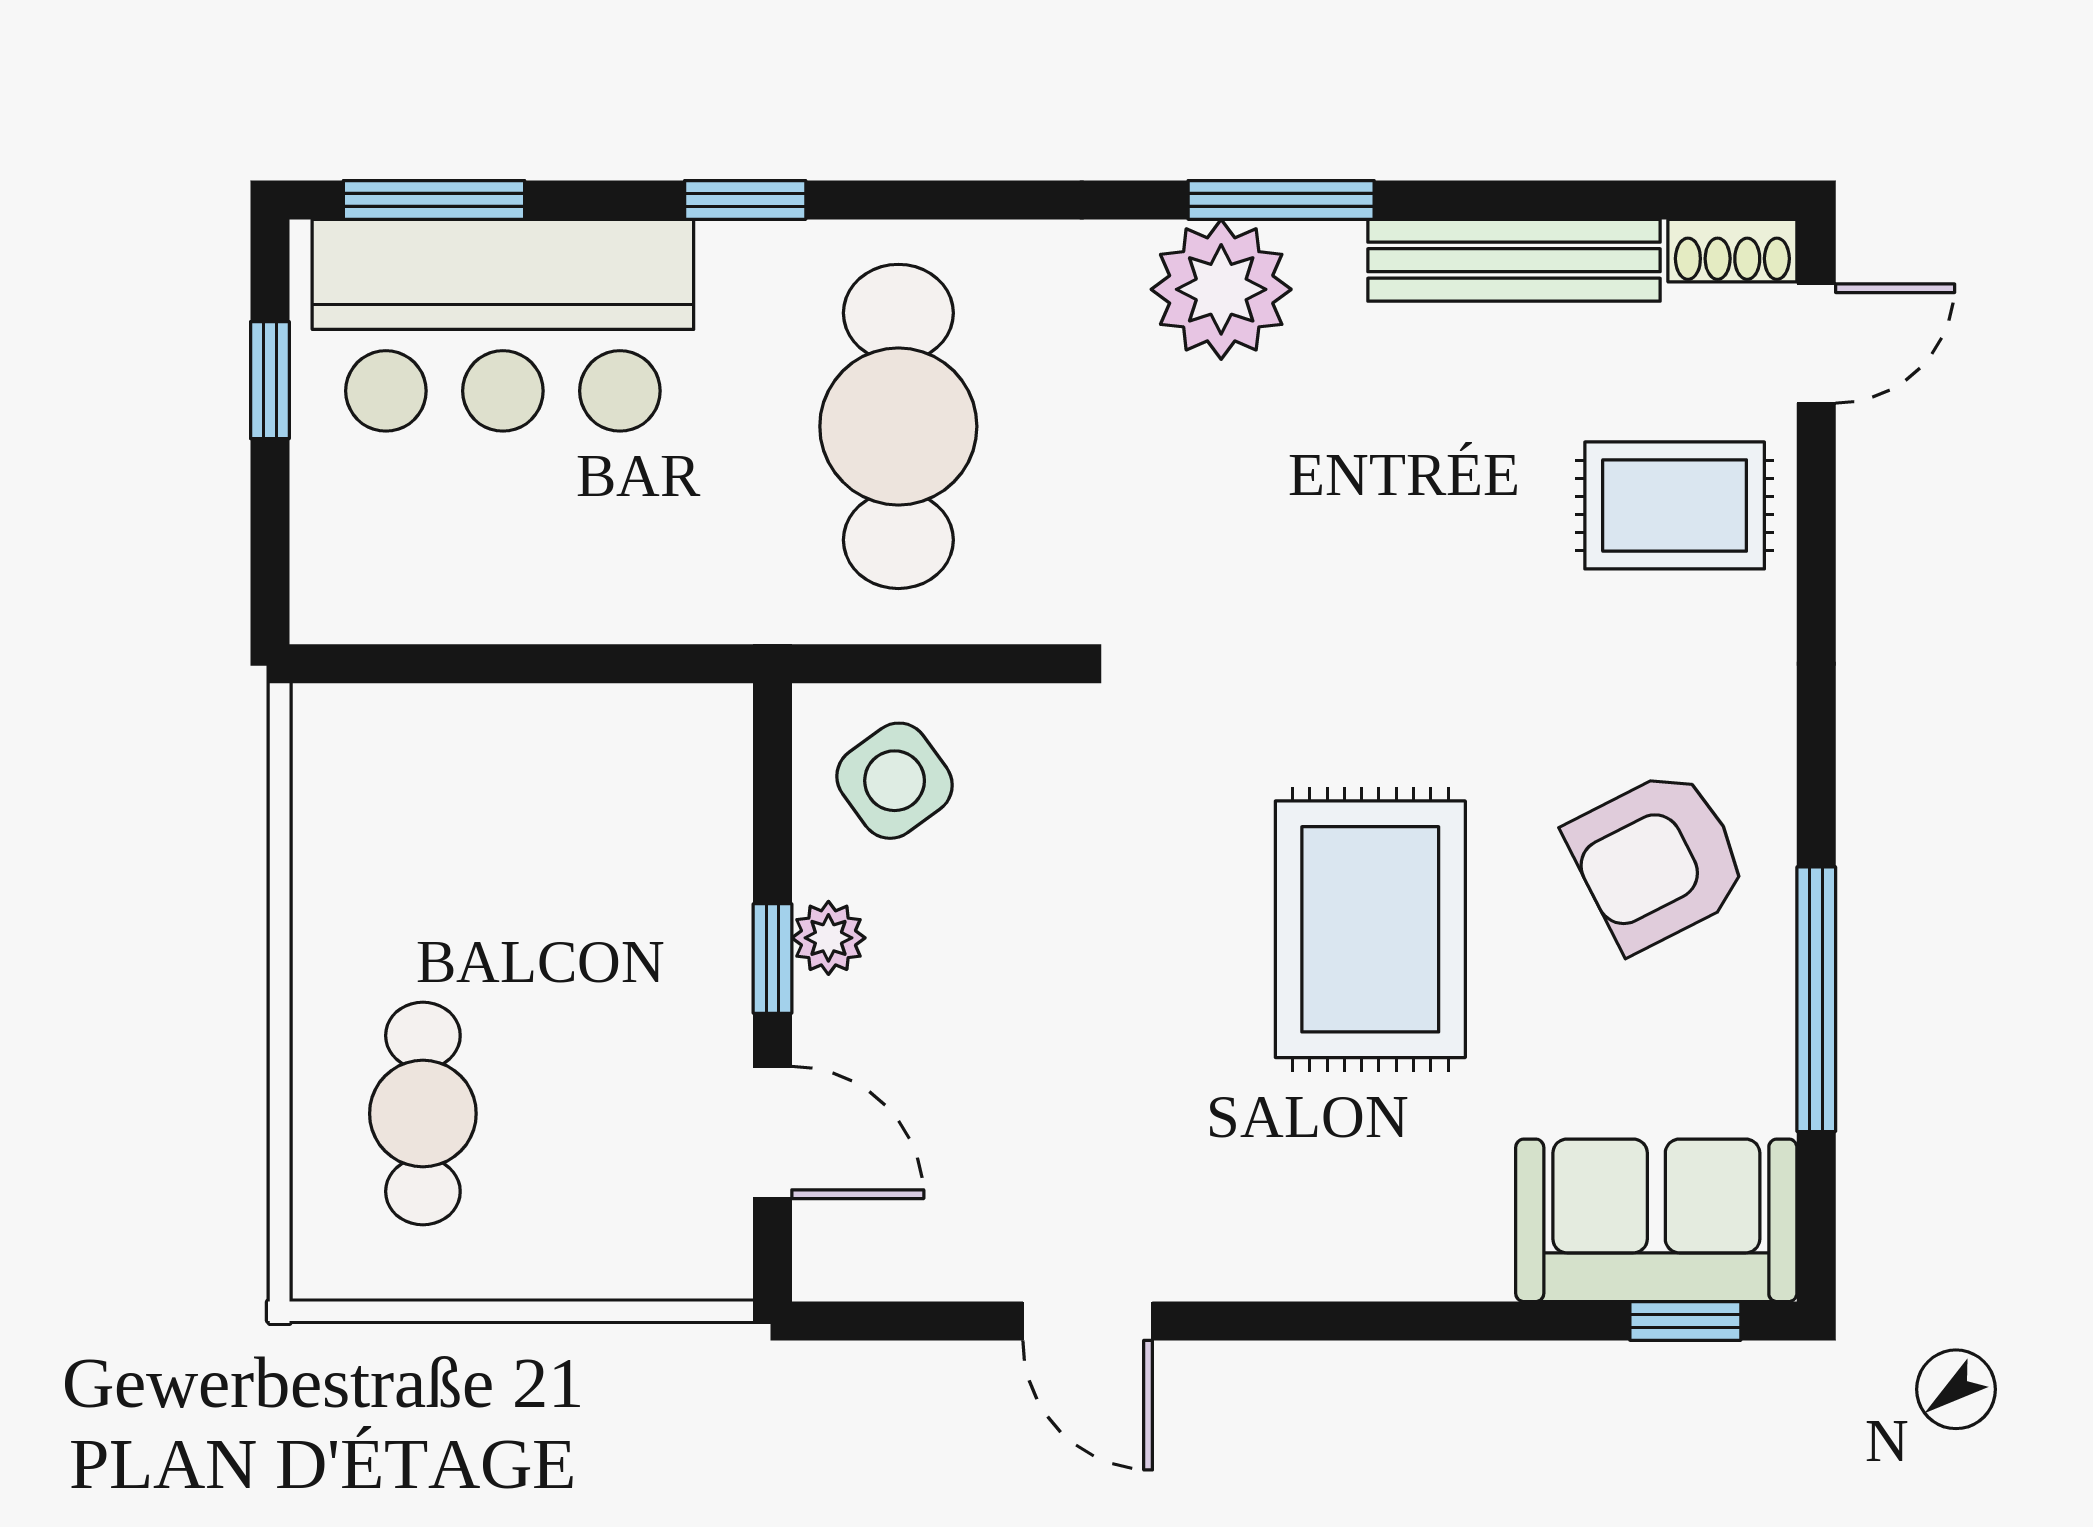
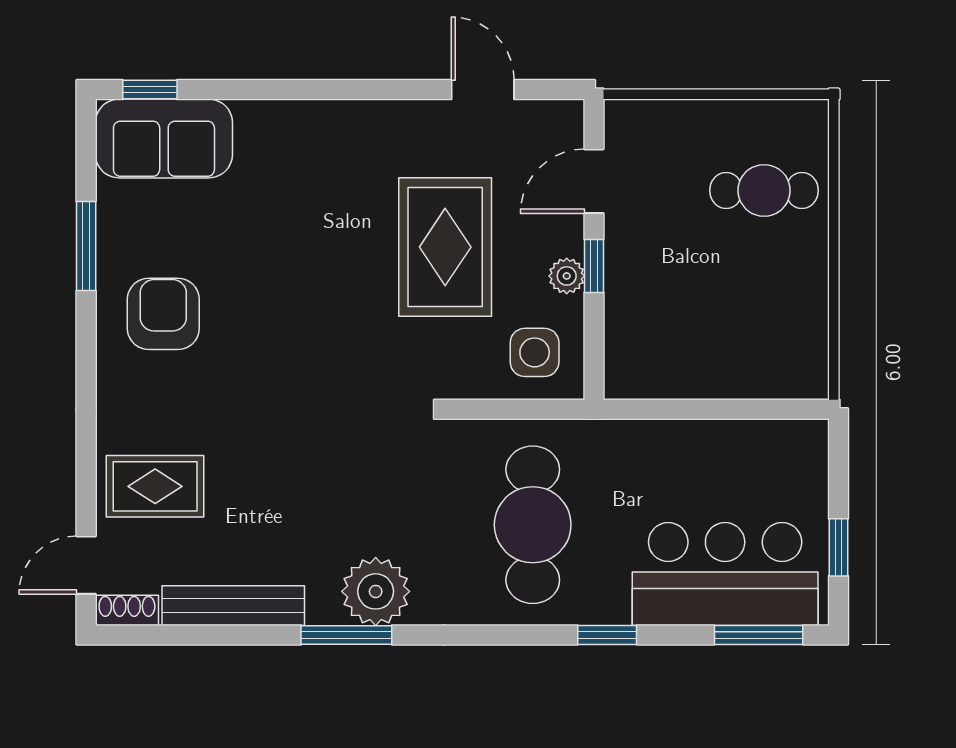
side table: (895, 781) -> (535, 352), turned 36
armchair: (1658, 860) -> (163, 314), turned -63
rug: (1370, 929) -> (445, 247), moved
window: (1816, 999) -> (86, 246), width x0.69
cafe table: (423, 1114) -> (764, 190), turned 90
door: (772, 1133) -> (594, 181), hinge flipped
door: (1088, 1321) -> (483, 90), moved

